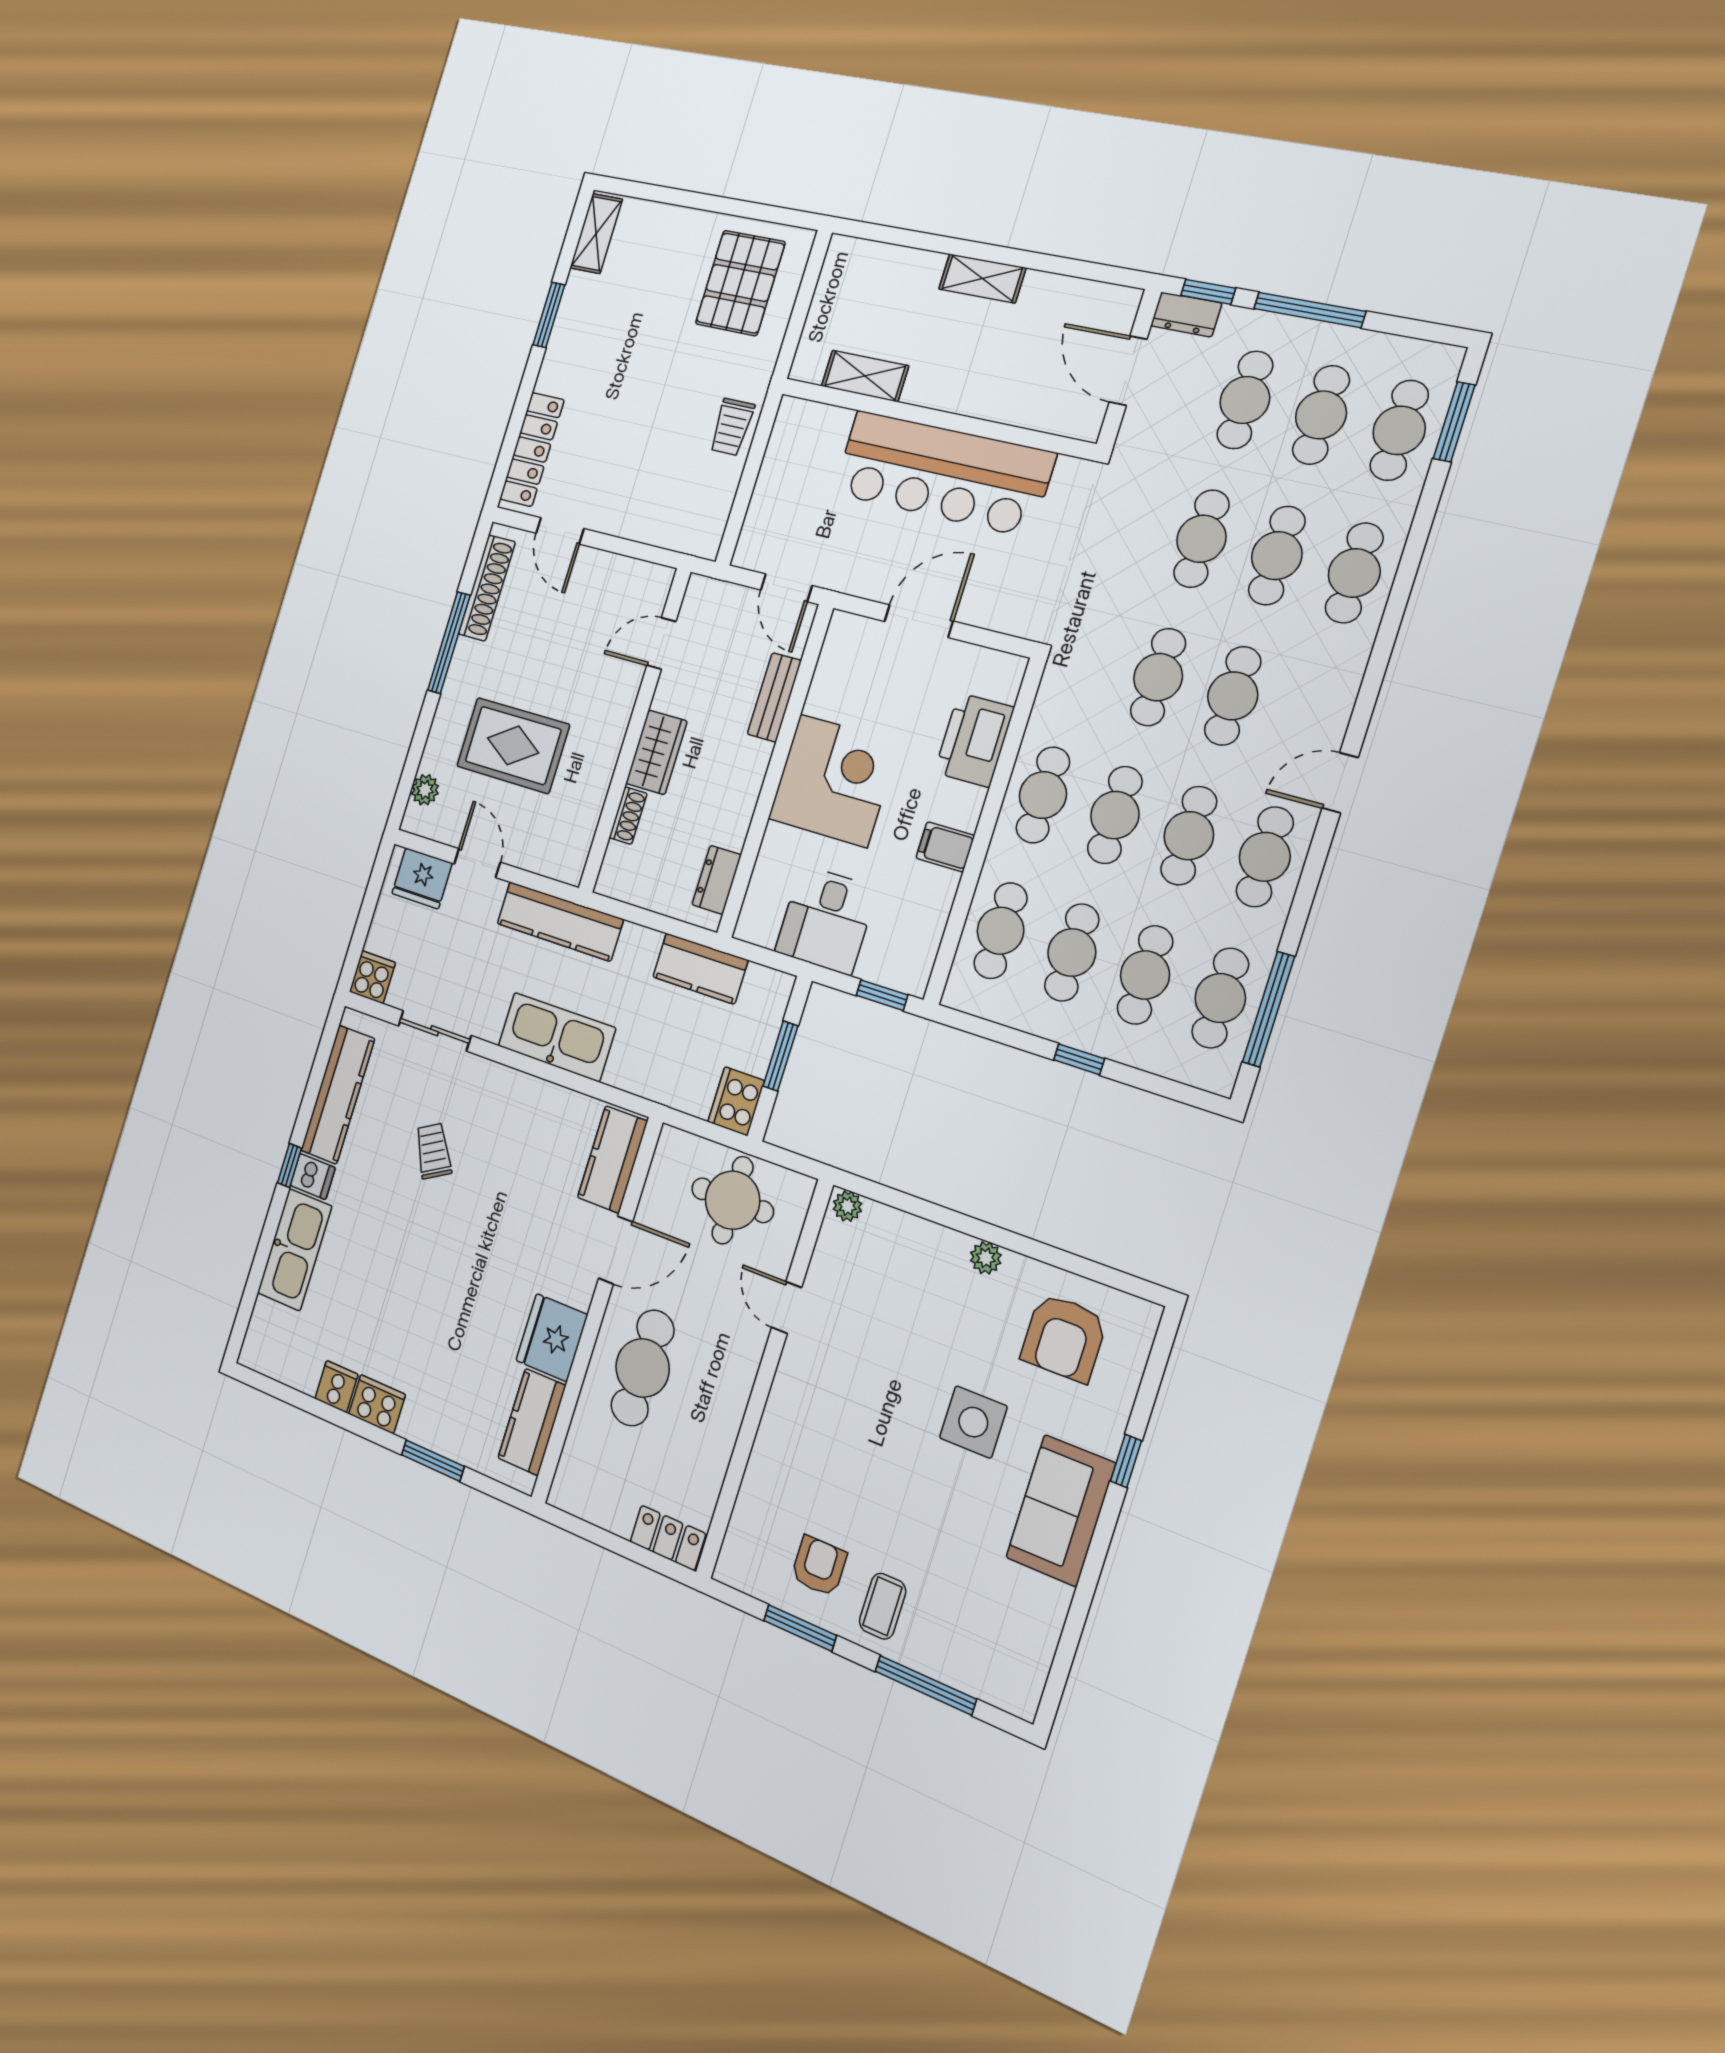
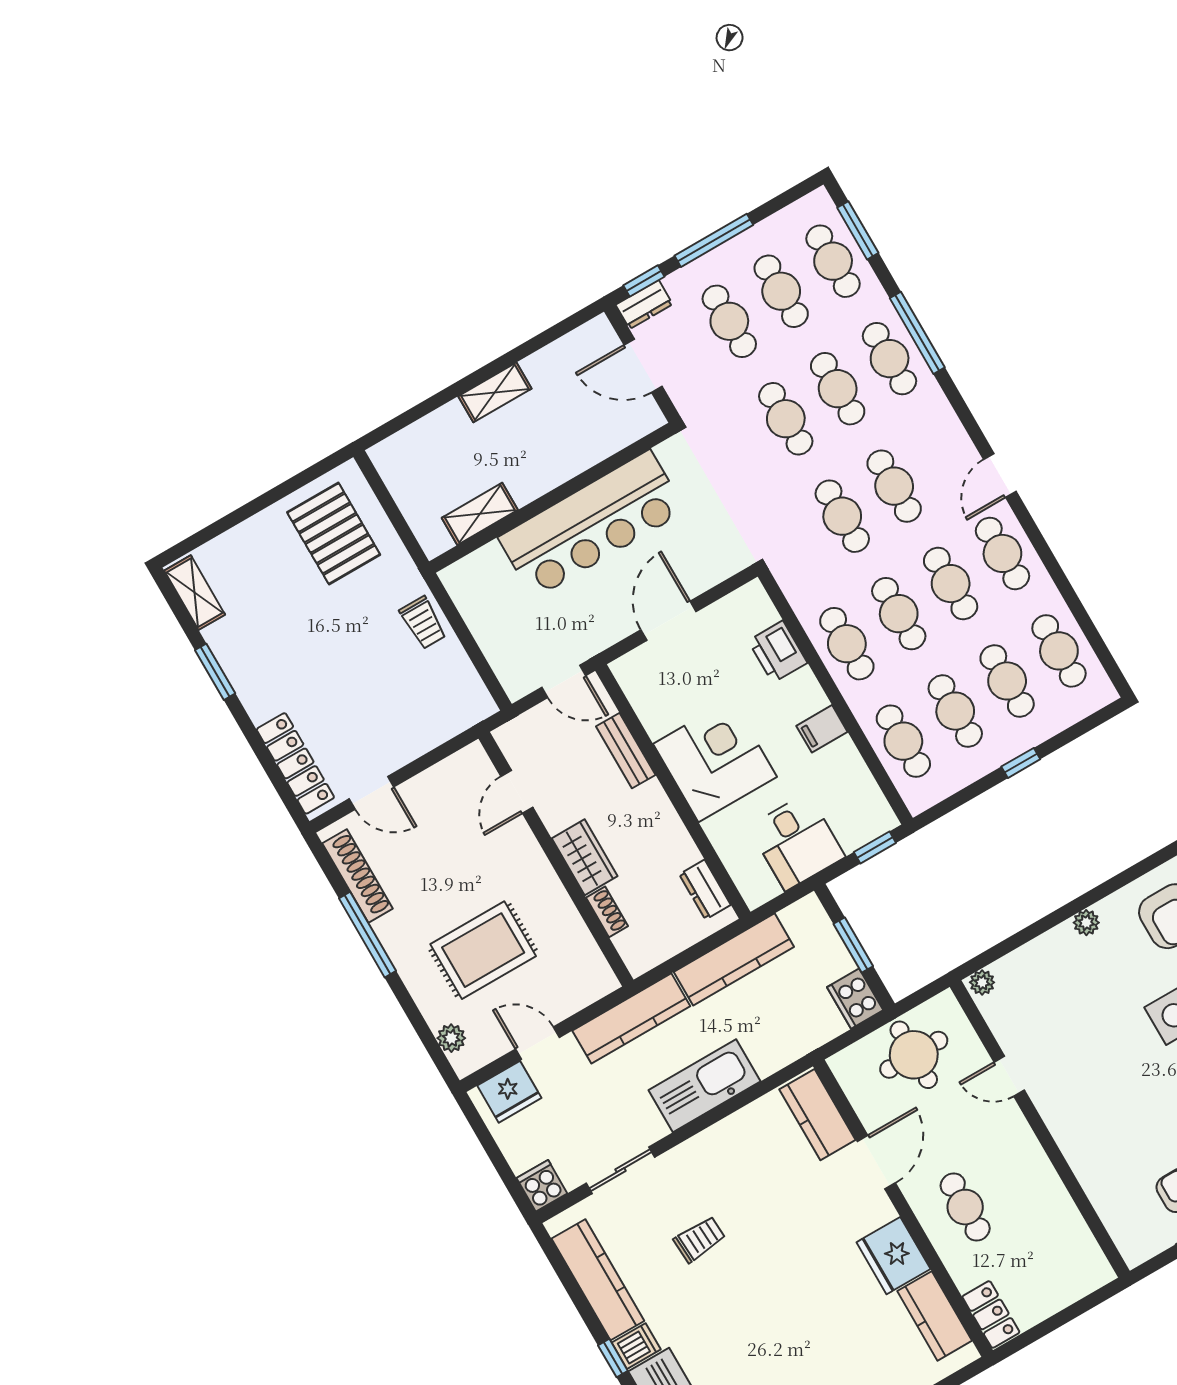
printer: (974, 740) -> (778, 652), width x0.73, depth x0.84
kitchen counter: (700, 969) -> (734, 959), width x1.50
window: (1269, 1009) -> (917, 333), moved
trolley: (433, 1151) -> (699, 1239), turned 116
cafe table: (643, 1368) -> (965, 1207), width x0.73, depth x0.74
locker: (668, 1538) -> (991, 1314), moved, turned 90

